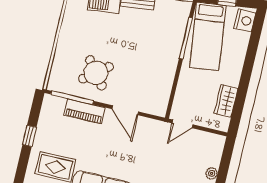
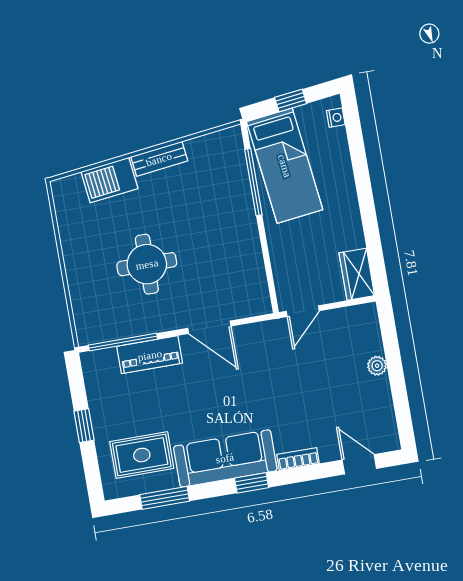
nightstand: (245, 21) -> (336, 118), width x0.53, depth x0.56
round table: (96, 73) -> (147, 264), moved, turned 38
wardrobe: (226, 101) -> (357, 274), moved

